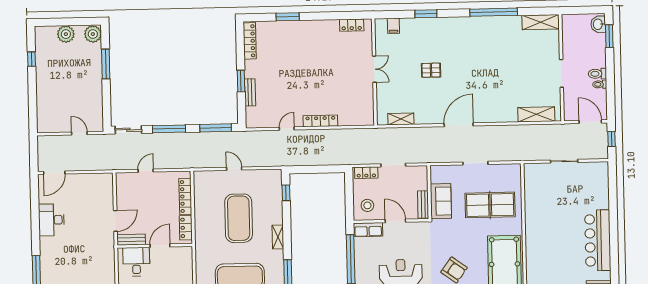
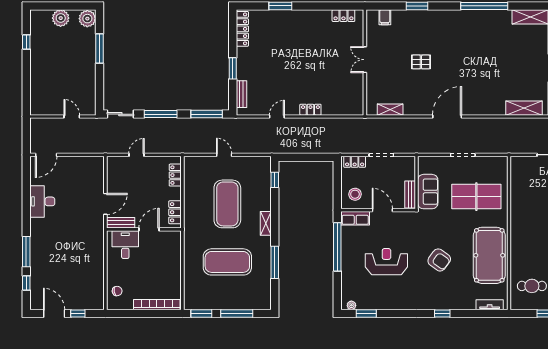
double door: (374, 69) -> (365, 60), swing flipped
bench: (250, 92) -> (241, 94), moved
locker: (320, 121) -> (310, 110), width x0.66
locker: (185, 196) -> (175, 175), width x0.66

